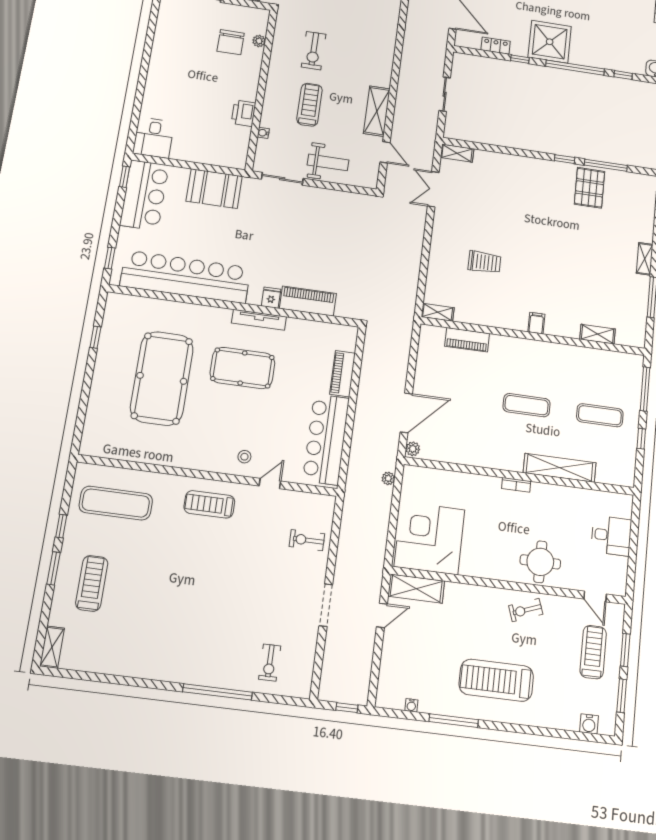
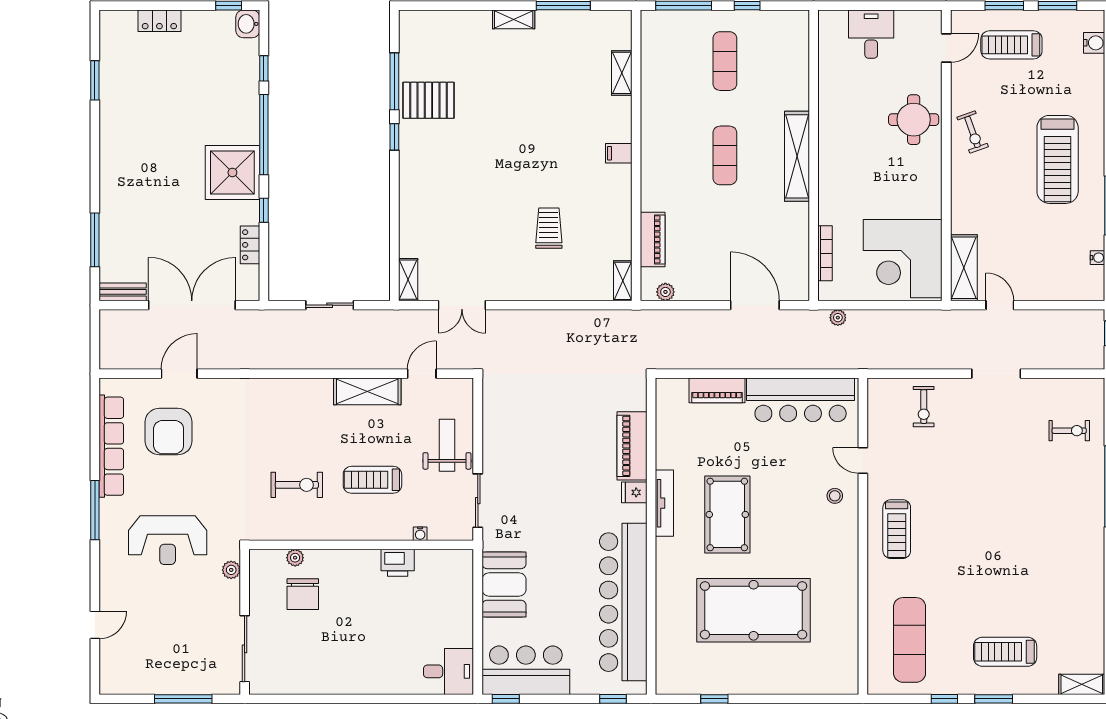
chair: (231, 42) -> (303, 594), turned 90
plant: (413, 449) -> (665, 292), moved
shelving: (560, 468) -> (797, 156), moved
bookcase: (516, 485) -> (825, 253), moved, width x1.56

